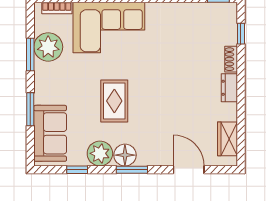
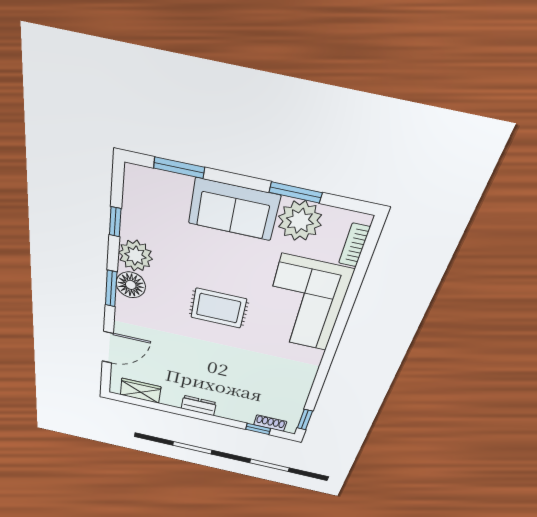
shoe rack: (231, 59) -> (270, 423), moved
rug: (114, 101) -> (218, 308), moved
window: (30, 109) -> (179, 168), moved
sofa: (50, 133) -> (234, 209), moved

